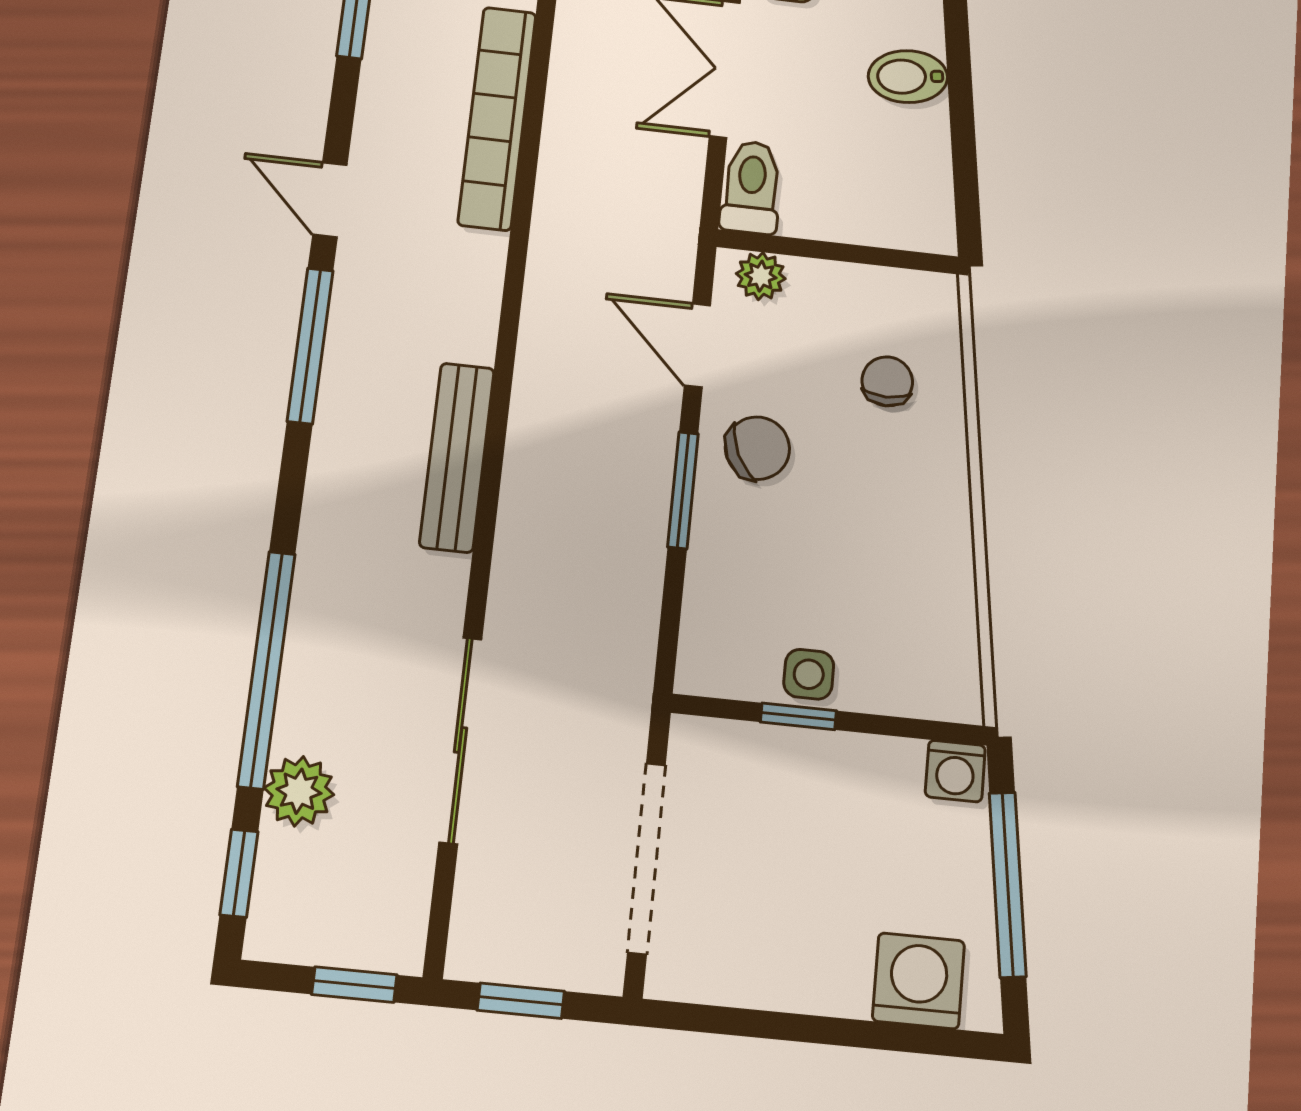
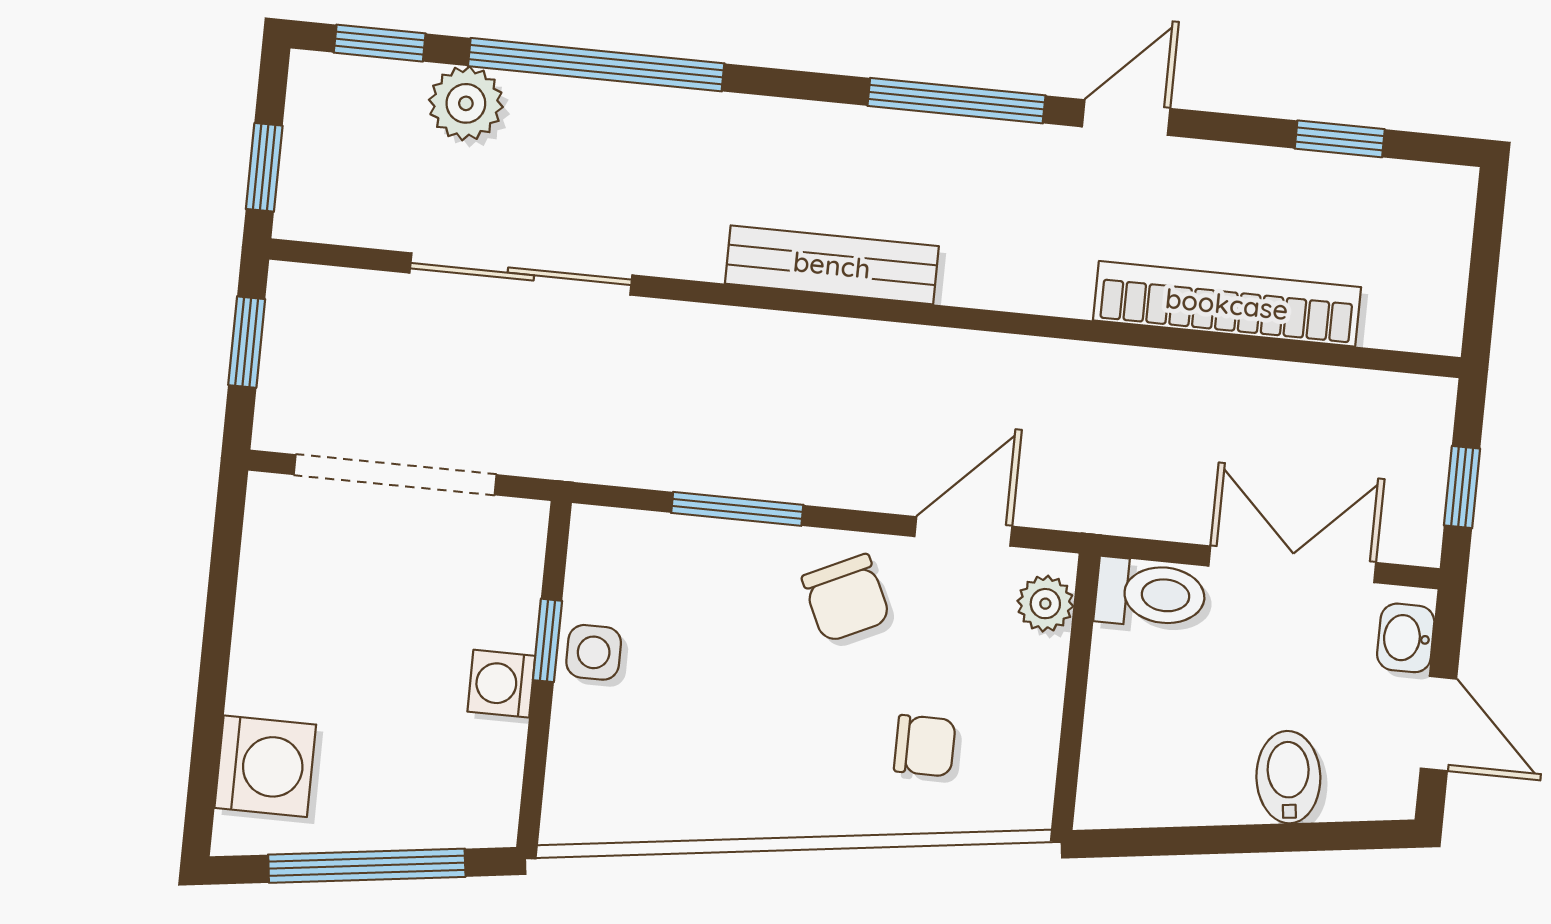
window: (683, 490) -> (737, 509), moved
washing machine: (955, 771) -> (501, 684), moved

